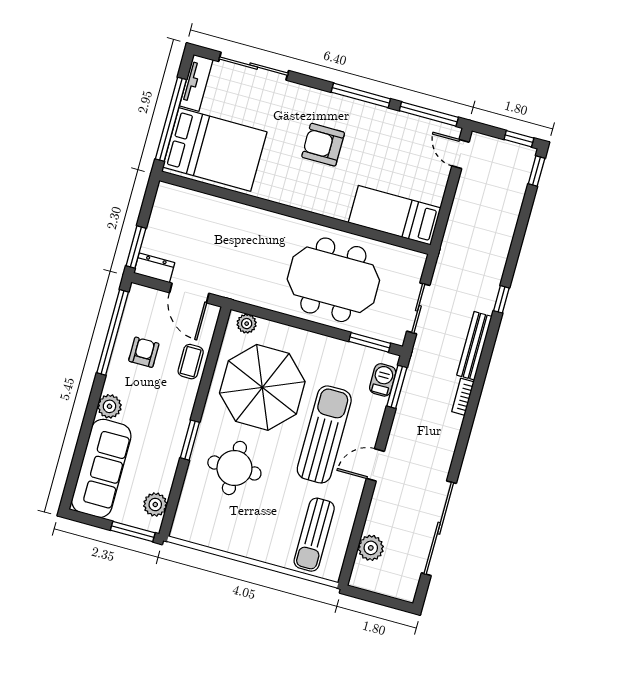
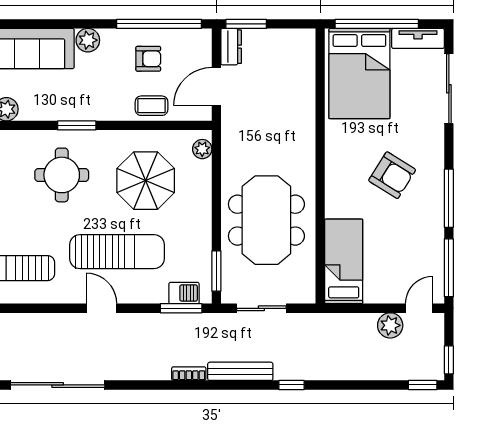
armchair: (323, 145) -> (392, 175), turned 122
parasol: (262, 387) -> (146, 181), width x0.73, depth x0.73
plant: (371, 548) -> (390, 325), moved

